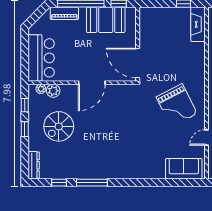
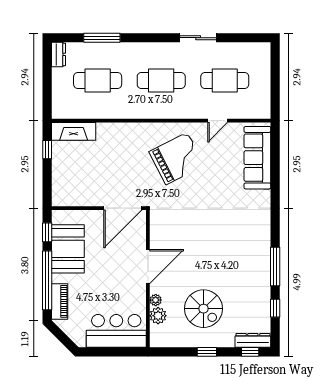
door: (92, 83) -> (148, 267), hinge flipped
plant: (41, 89) -> (156, 300), moved
window: (25, 105) -> (250, 352), moved
door: (206, 138) -> (218, 121), hinge flipped
sofa: (184, 169) -> (257, 158), width x1.36

